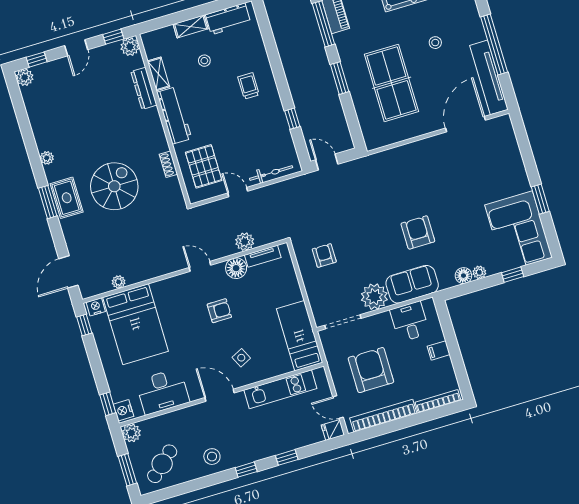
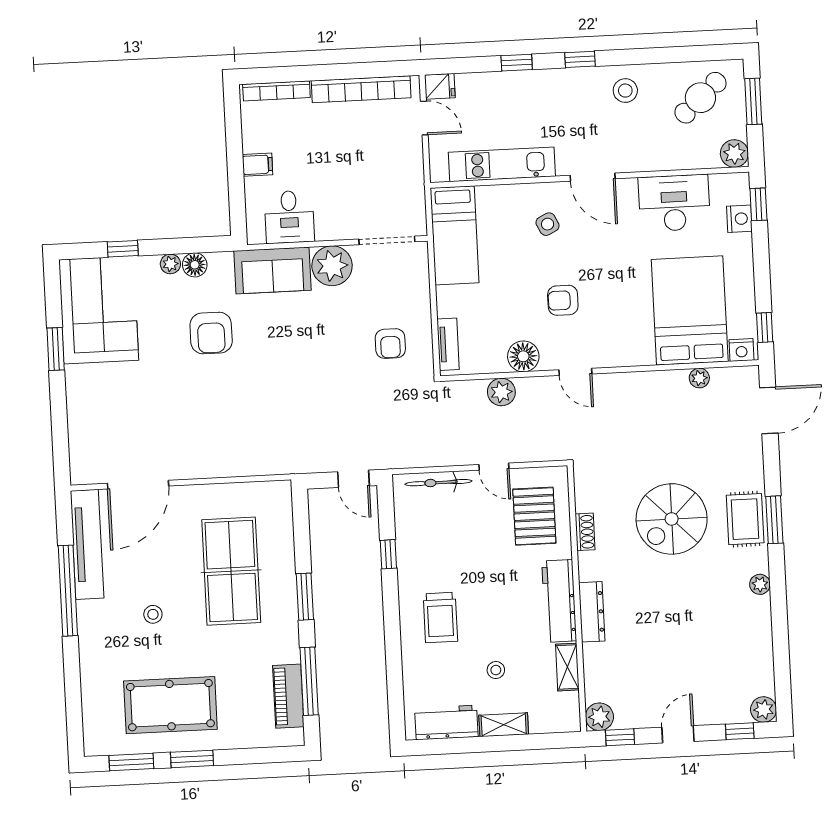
trolley: (249, 86) -> (440, 618), width x1.36, depth x1.39
dresser: (144, 88) -> (592, 612), moved
armchair: (418, 232) -> (211, 333), moved
tv unit: (263, 256) -> (448, 344), moved, turned 90
armchair: (371, 370) -> (363, 160), removed
nightstand: (123, 410) -> (739, 219), moved

